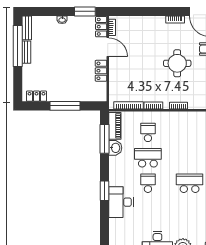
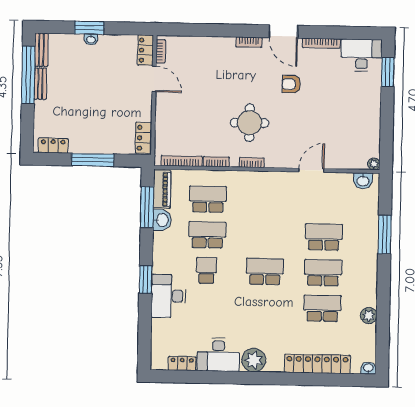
window: (85, 11) -> (89, 28), moved
round table: (177, 63) -> (250, 123), moved
locker: (101, 71) -> (144, 138), moved
school desk: (148, 132) -> (208, 199), width x1.85

